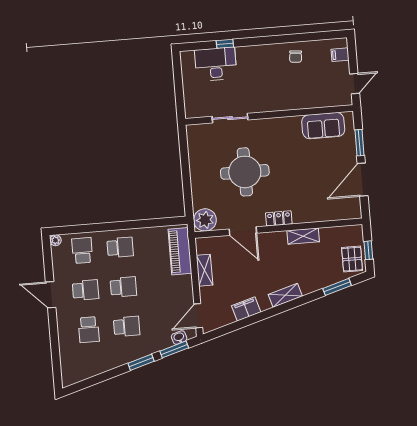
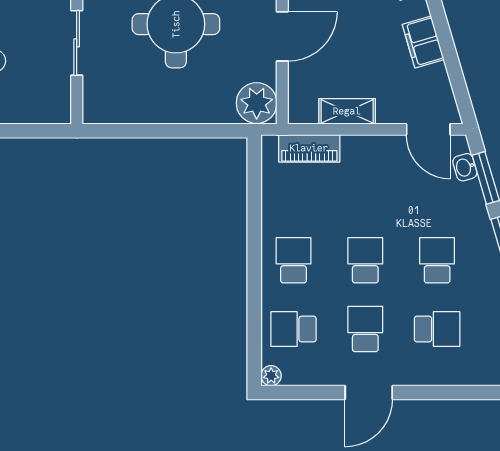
piano: (180, 251) -> (309, 148), width x0.73, depth x0.75

